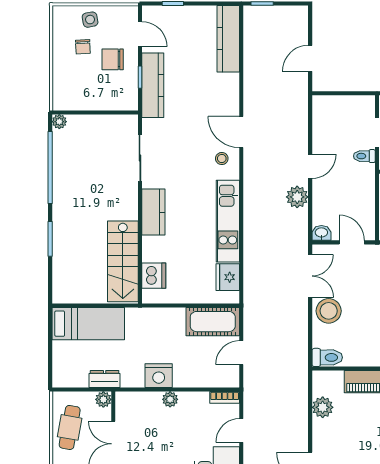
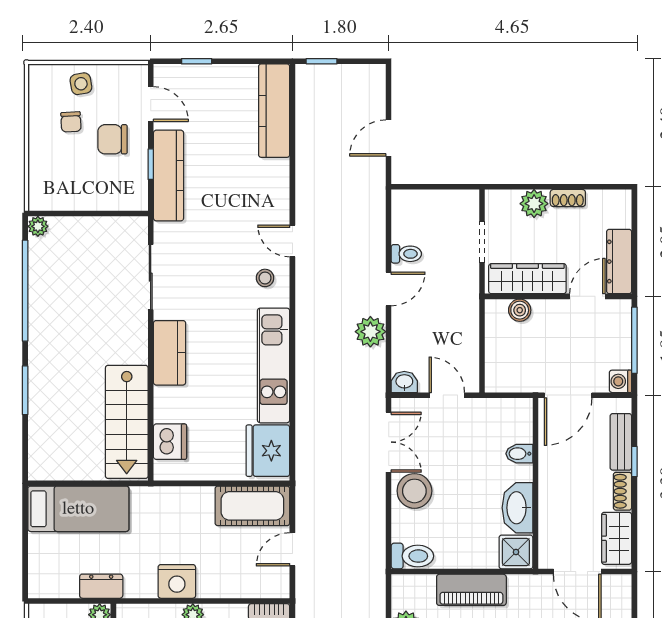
door: (241, 132) -> (292, 241), width x0.73
toilet: (364, 156) -> (406, 254), moved, turned 180
fridge: (228, 277) -> (268, 451), width x1.36, depth x1.34

